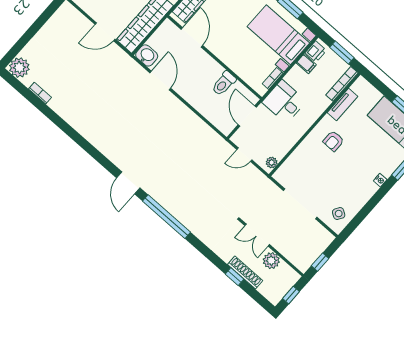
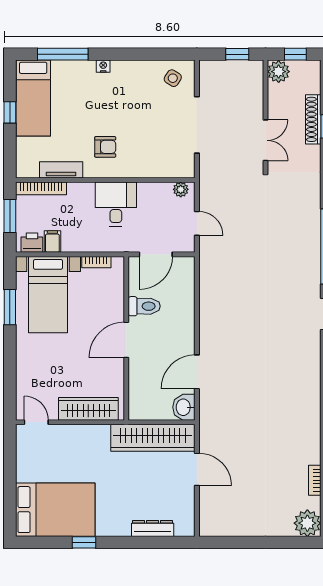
door: (192, 37) -> (126, 340), moved
desk: (284, 102) -> (116, 204), moved, turned 180
plant: (271, 261) -> (279, 72), moved

